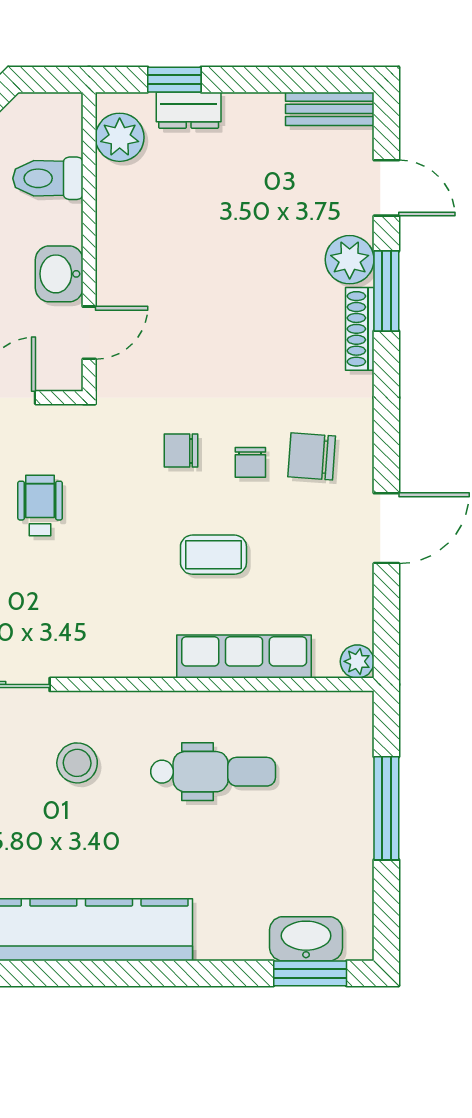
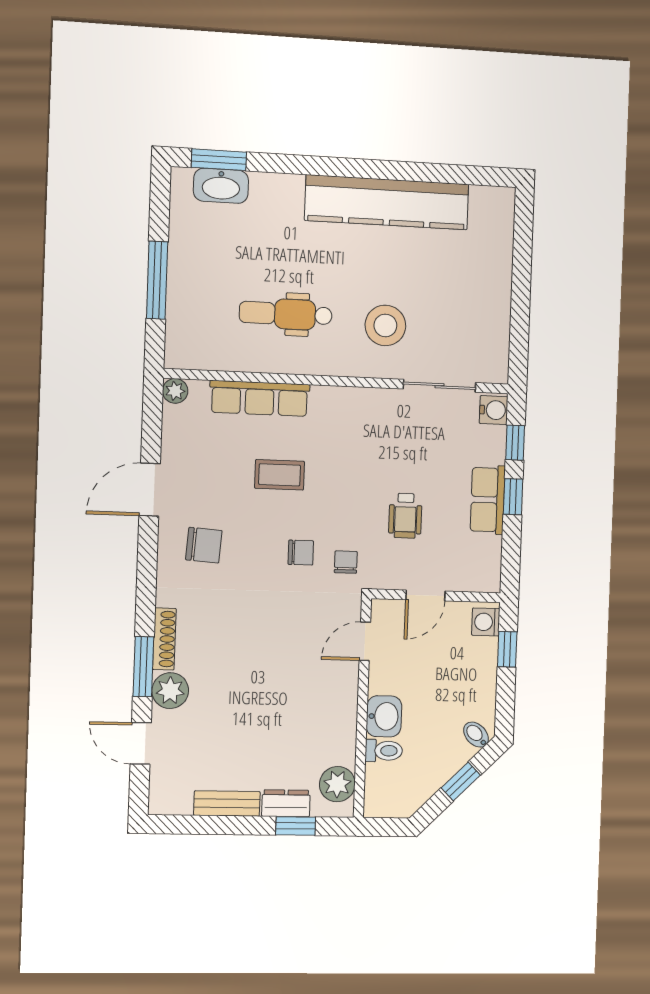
bench: (330, 109) -> (227, 803), moved
toilet: (48, 178) -> (384, 751), width x0.73, depth x0.72
washbasin: (59, 274) -> (384, 716), moved
chair: (250, 462) -> (346, 562), moved
stool: (77, 763) -> (385, 325), width x1.38, depth x1.38

